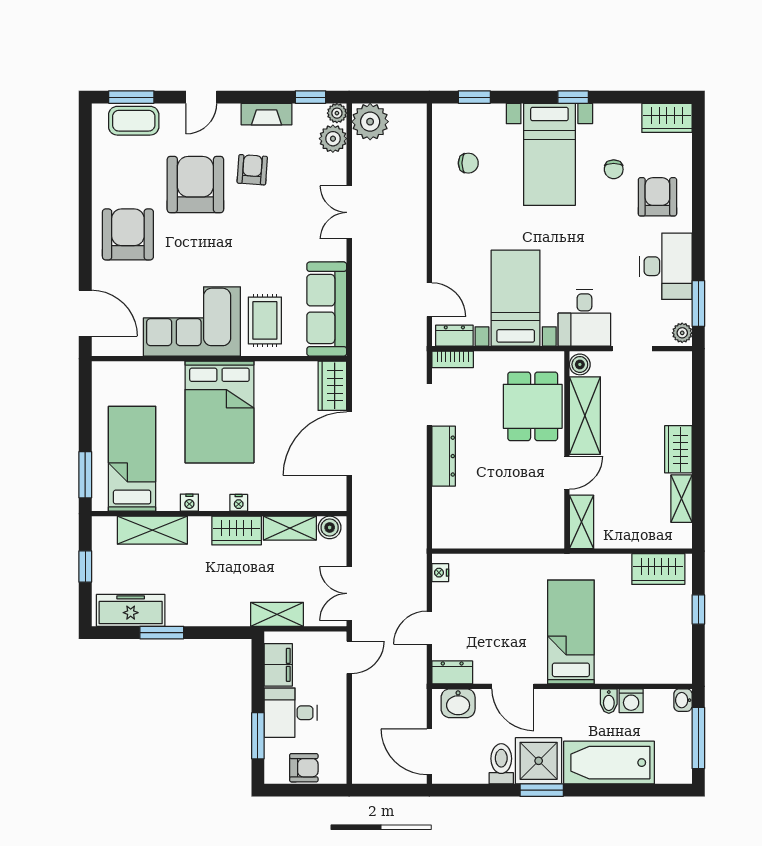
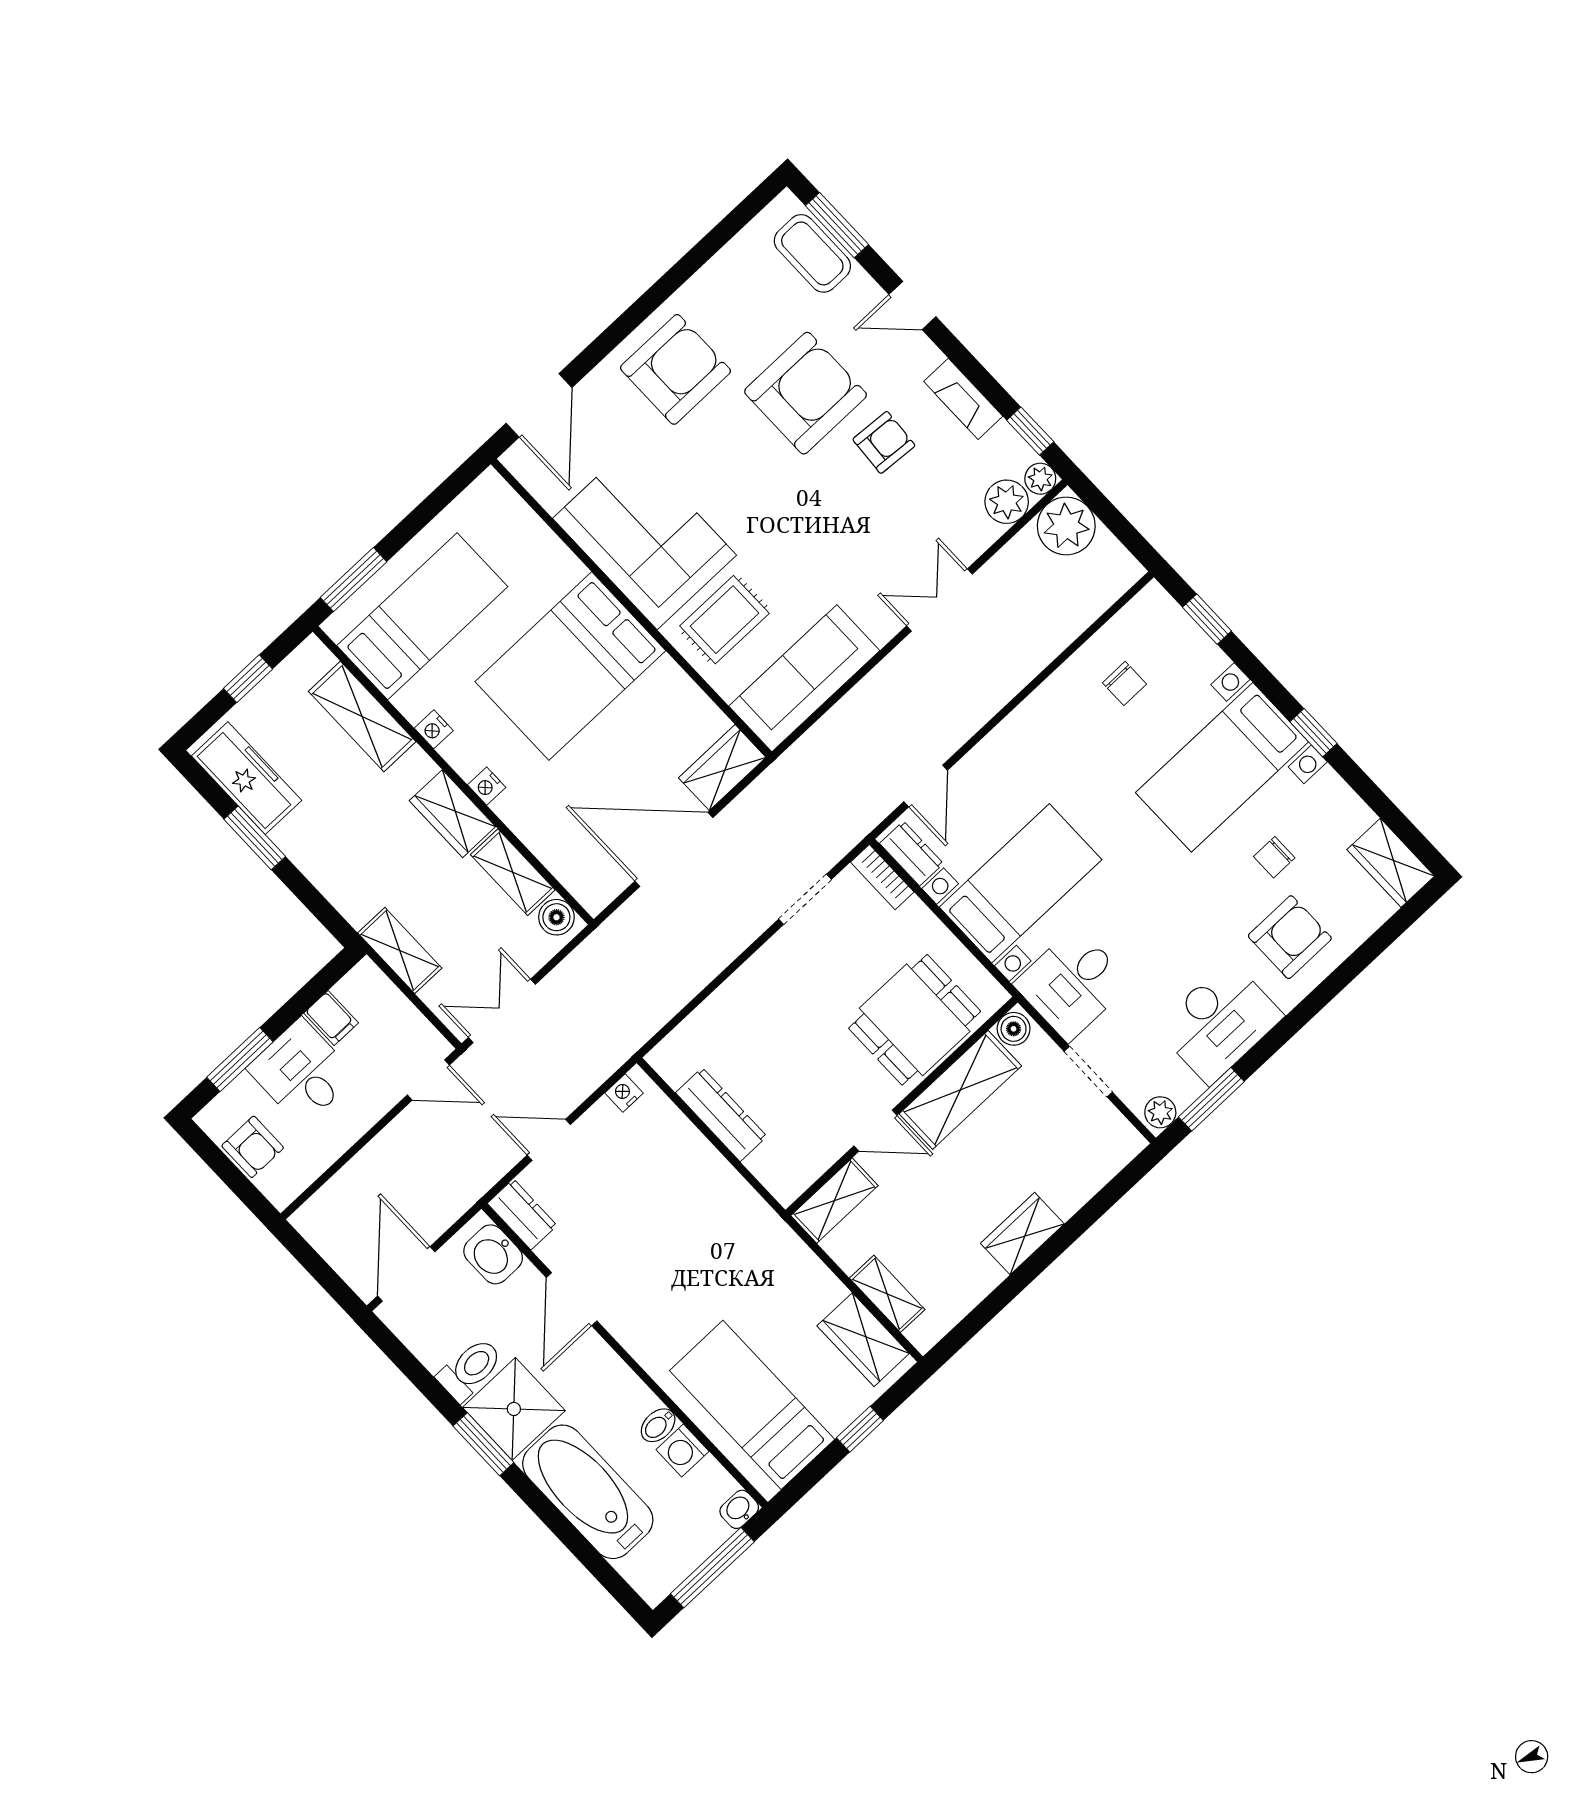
dresser: (444, 456) -> (721, 1115), moved, turned -90
shelving: (681, 499) -> (887, 1294), moved, turned 90
bed: (571, 632) -> (752, 1405), moved, turned -90
filing cabinet: (278, 665) -> (331, 1018), width x0.50

